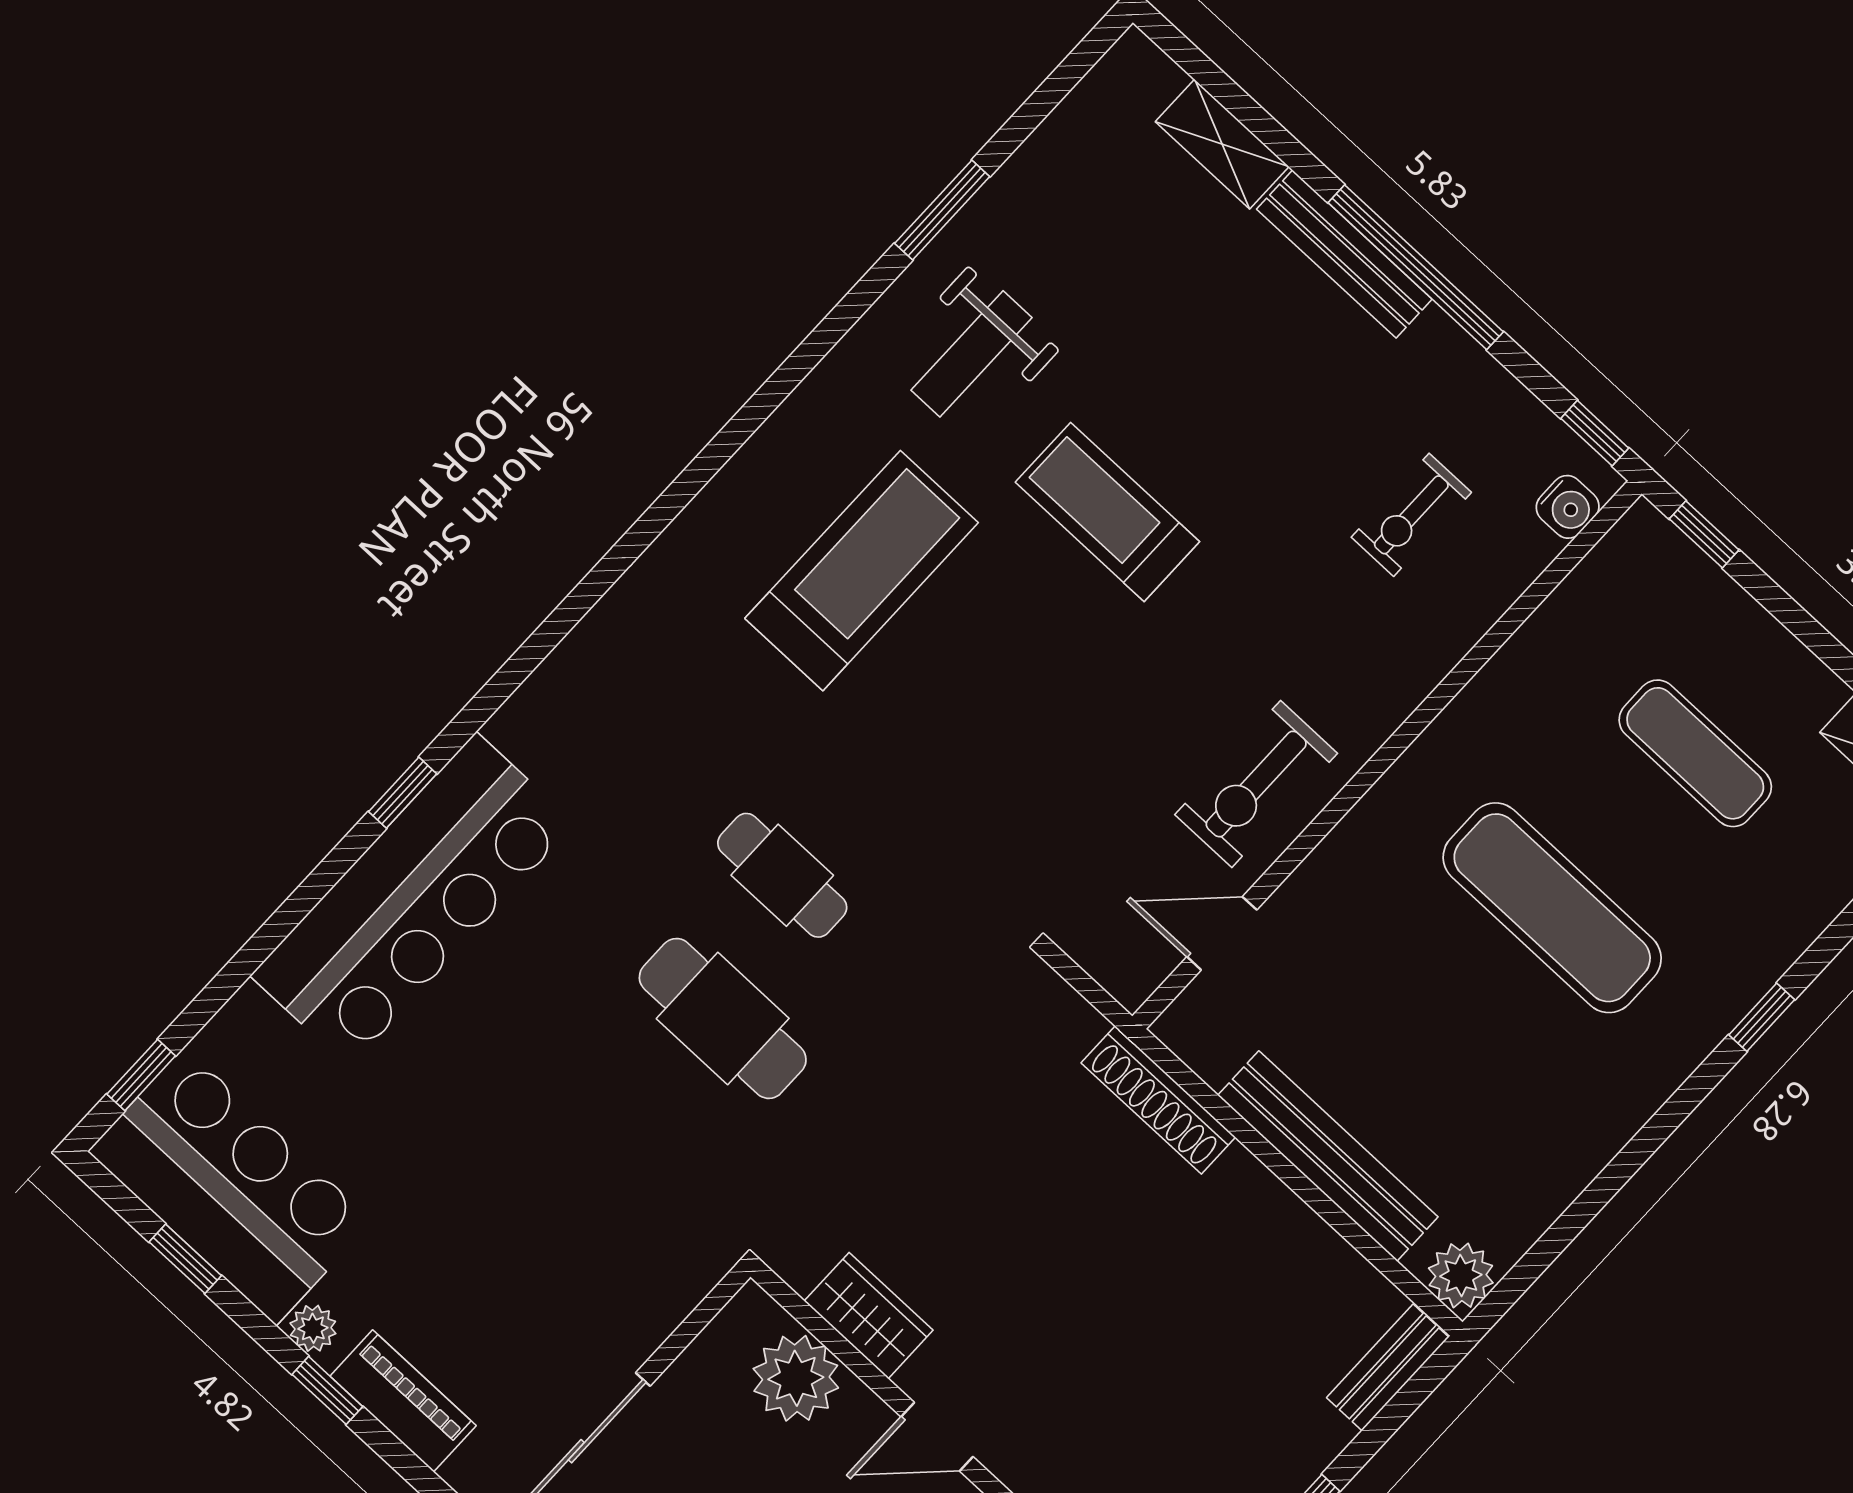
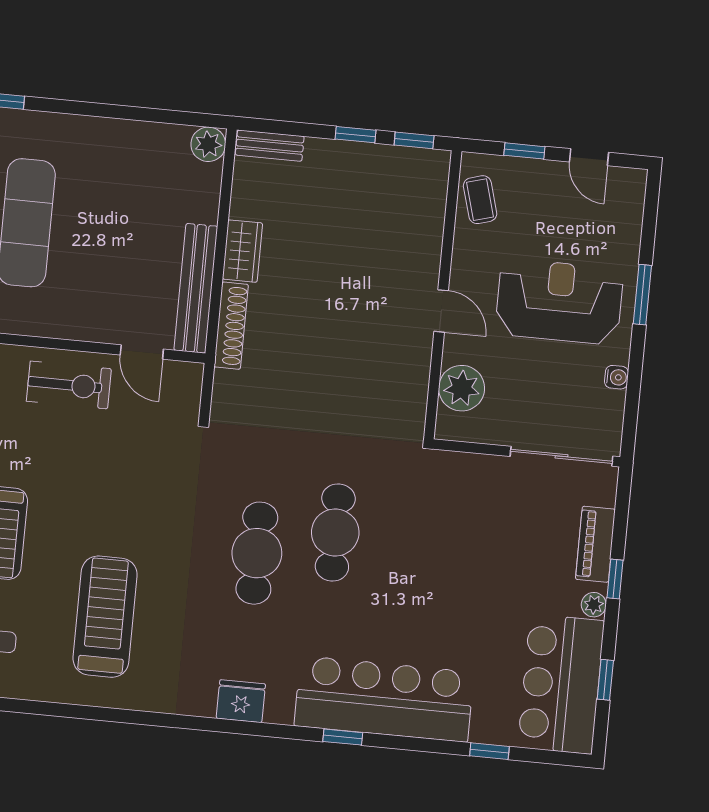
treadmill: (862, 571) -> (105, 617), turned 90
fridge: (575, 679) -> (241, 701), added
cafe table: (782, 875) -> (257, 553), width x1.37, depth x1.35
window: (141, 1075) -> (489, 751), moved
bench: (1328, 1156) -> (196, 288), moved
wardrobe: (869, 1316) -> (242, 251), moved, turned 180

